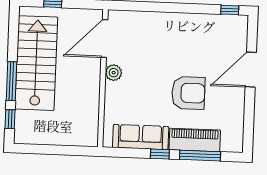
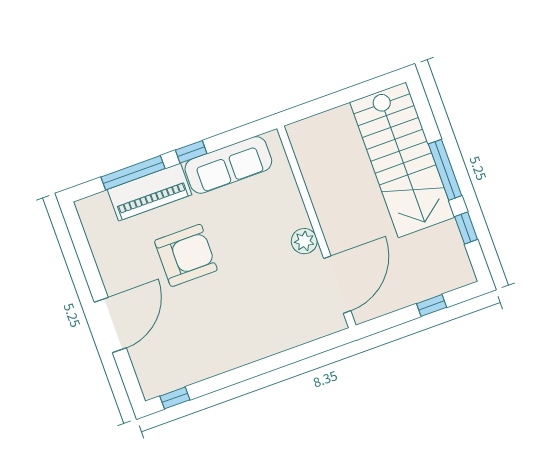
stairs: (36, 63) -> (402, 160), moved
armchair: (188, 93) -> (186, 255), turned 180
window: (10, 119) -> (466, 228), moved

